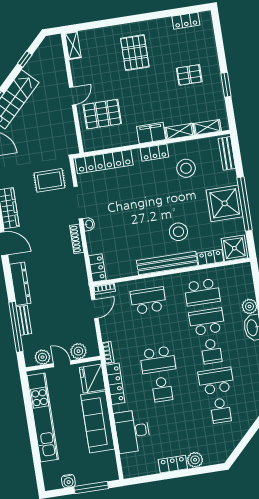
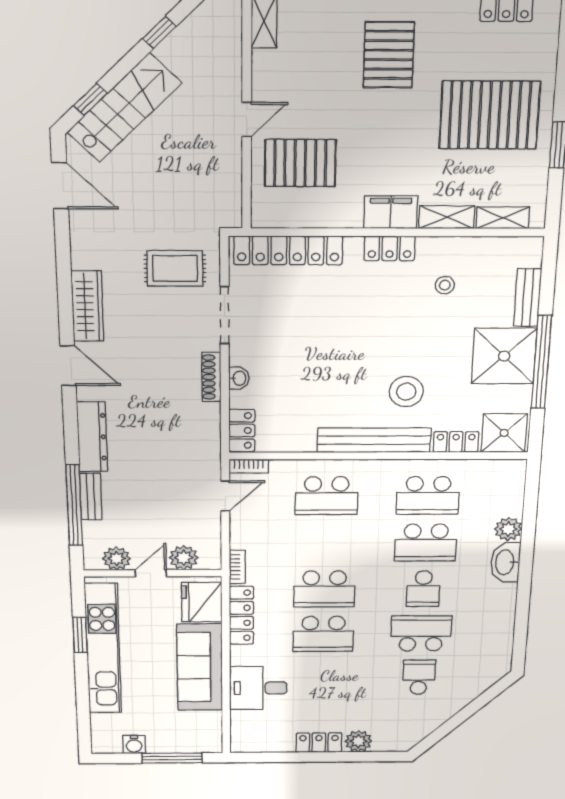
pallet: (189, 75) -> (490, 115), width x2.05, depth x2.00
bench: (227, 153) -> (528, 298), moved
stool: (186, 168) -> (445, 285), width x0.53, depth x0.53
washbasin: (89, 224) -> (239, 378), moved
school desk: (148, 301) -> (327, 496), turned 180
school desk: (207, 322) -> (426, 543), turned 180
door: (62, 364) -> (151, 573), hinge flipped
school desk: (162, 389) -> (323, 634), width x1.85
window: (29, 410) -> (80, 635), added
school desk: (221, 410) -> (419, 677), turned 180
desk: (132, 431) -> (258, 688), width x0.73

